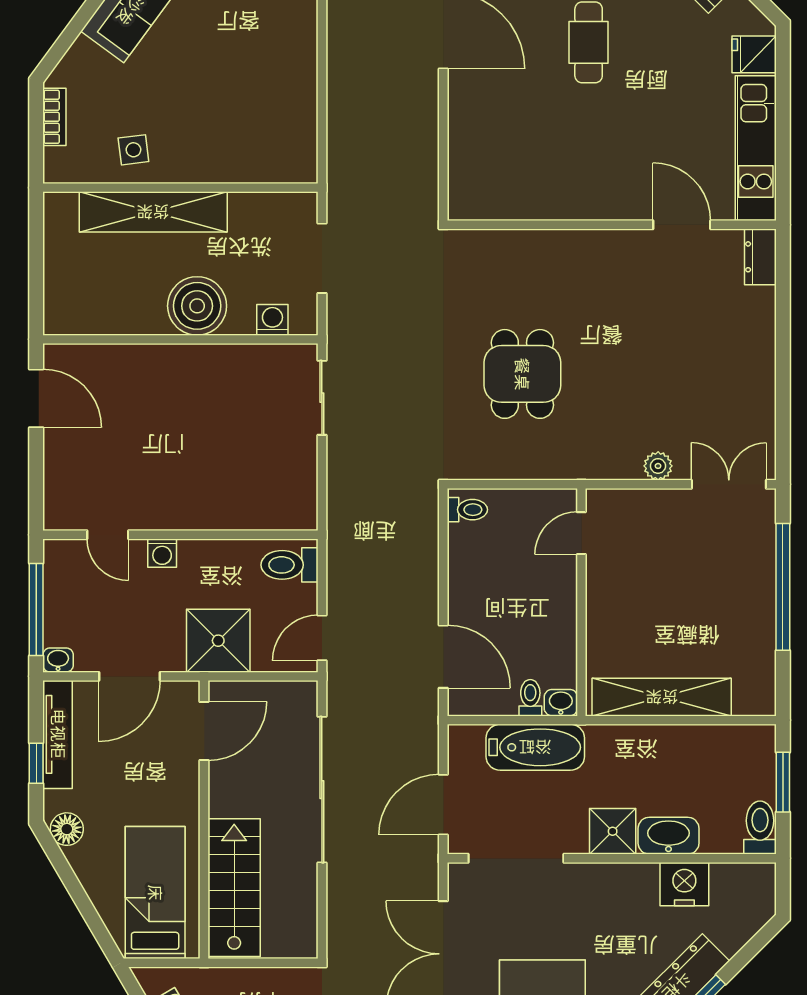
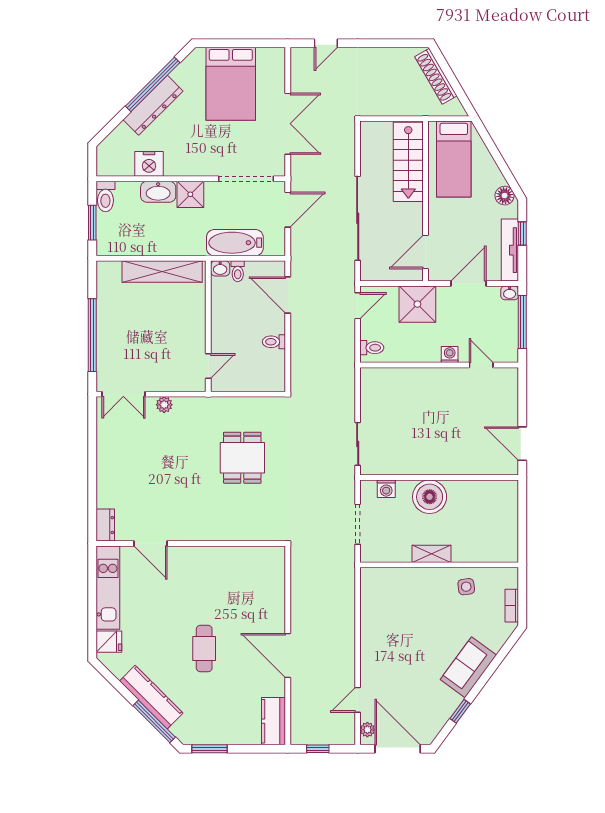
shelving: (153, 212) -> (432, 554), width x0.45, depth x0.75
toilet: (467, 510) -> (274, 342), moved
toilet: (289, 565) -> (372, 348), width x0.73, depth x0.72

